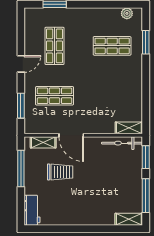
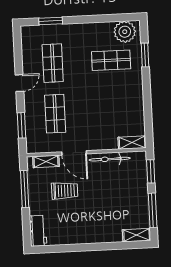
plant: (127, 13) -> (125, 32), width x1.87, depth x1.87
shop shelf: (55, 96) -> (55, 114), turned 90
bicycle: (122, 143) -> (110, 159), moved

